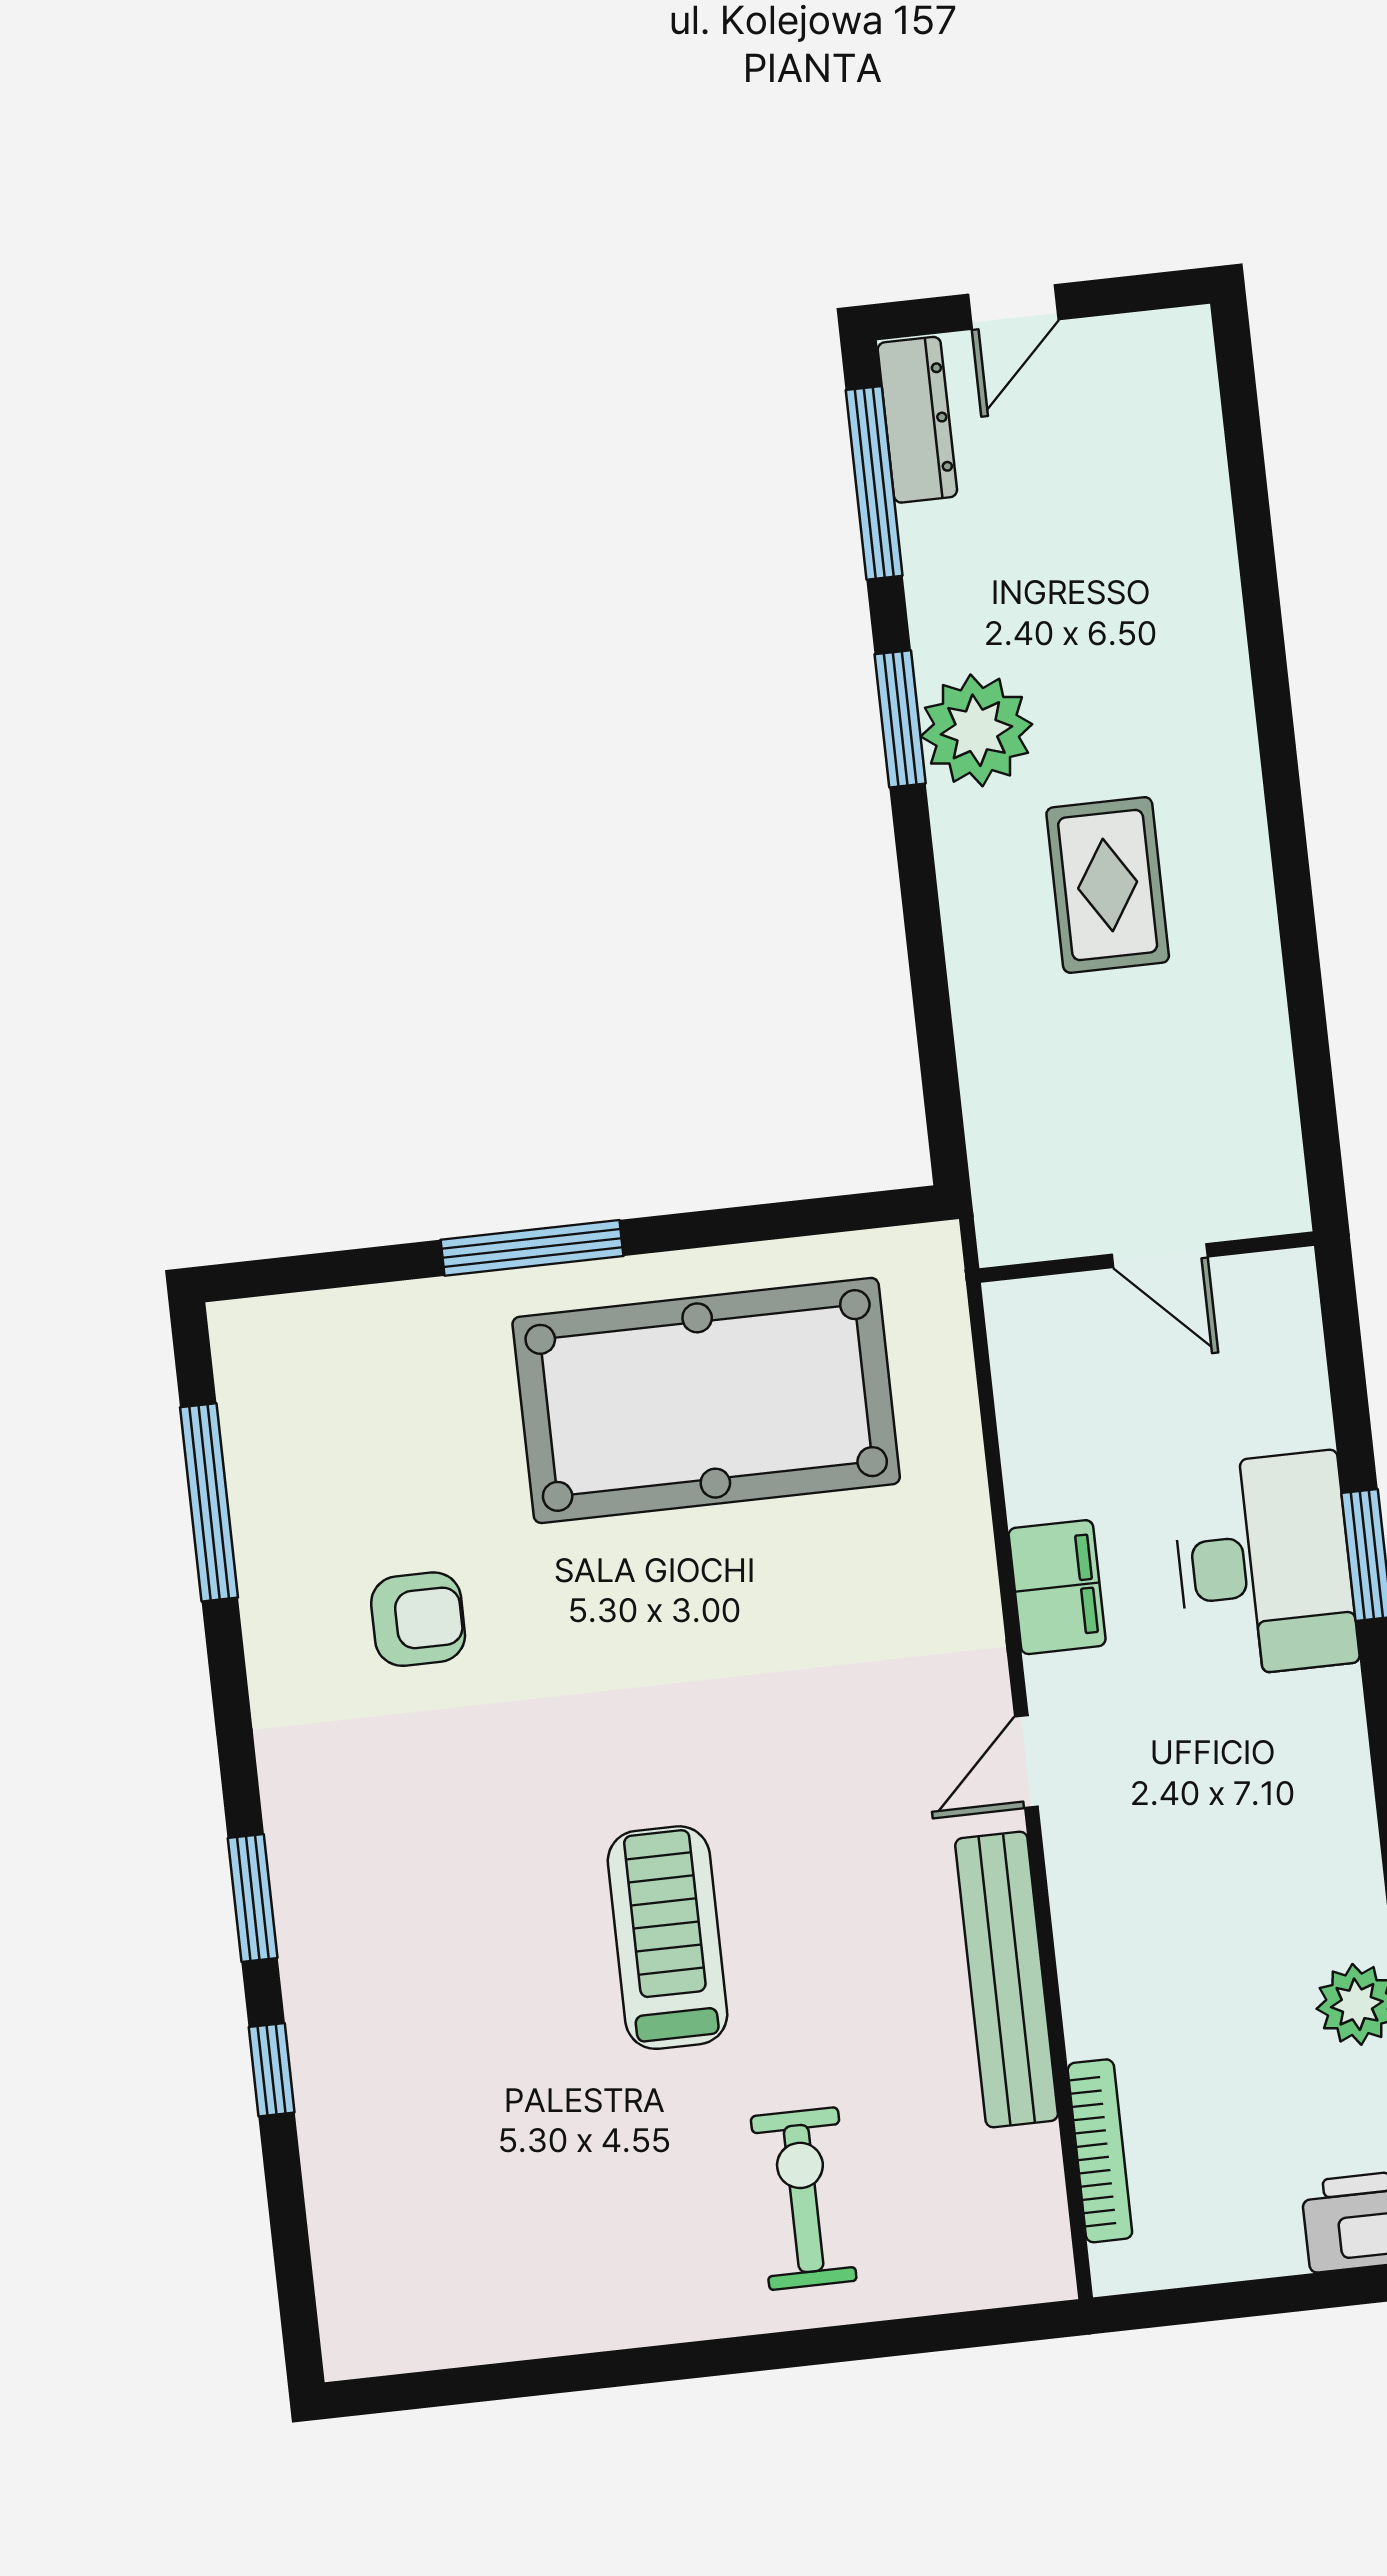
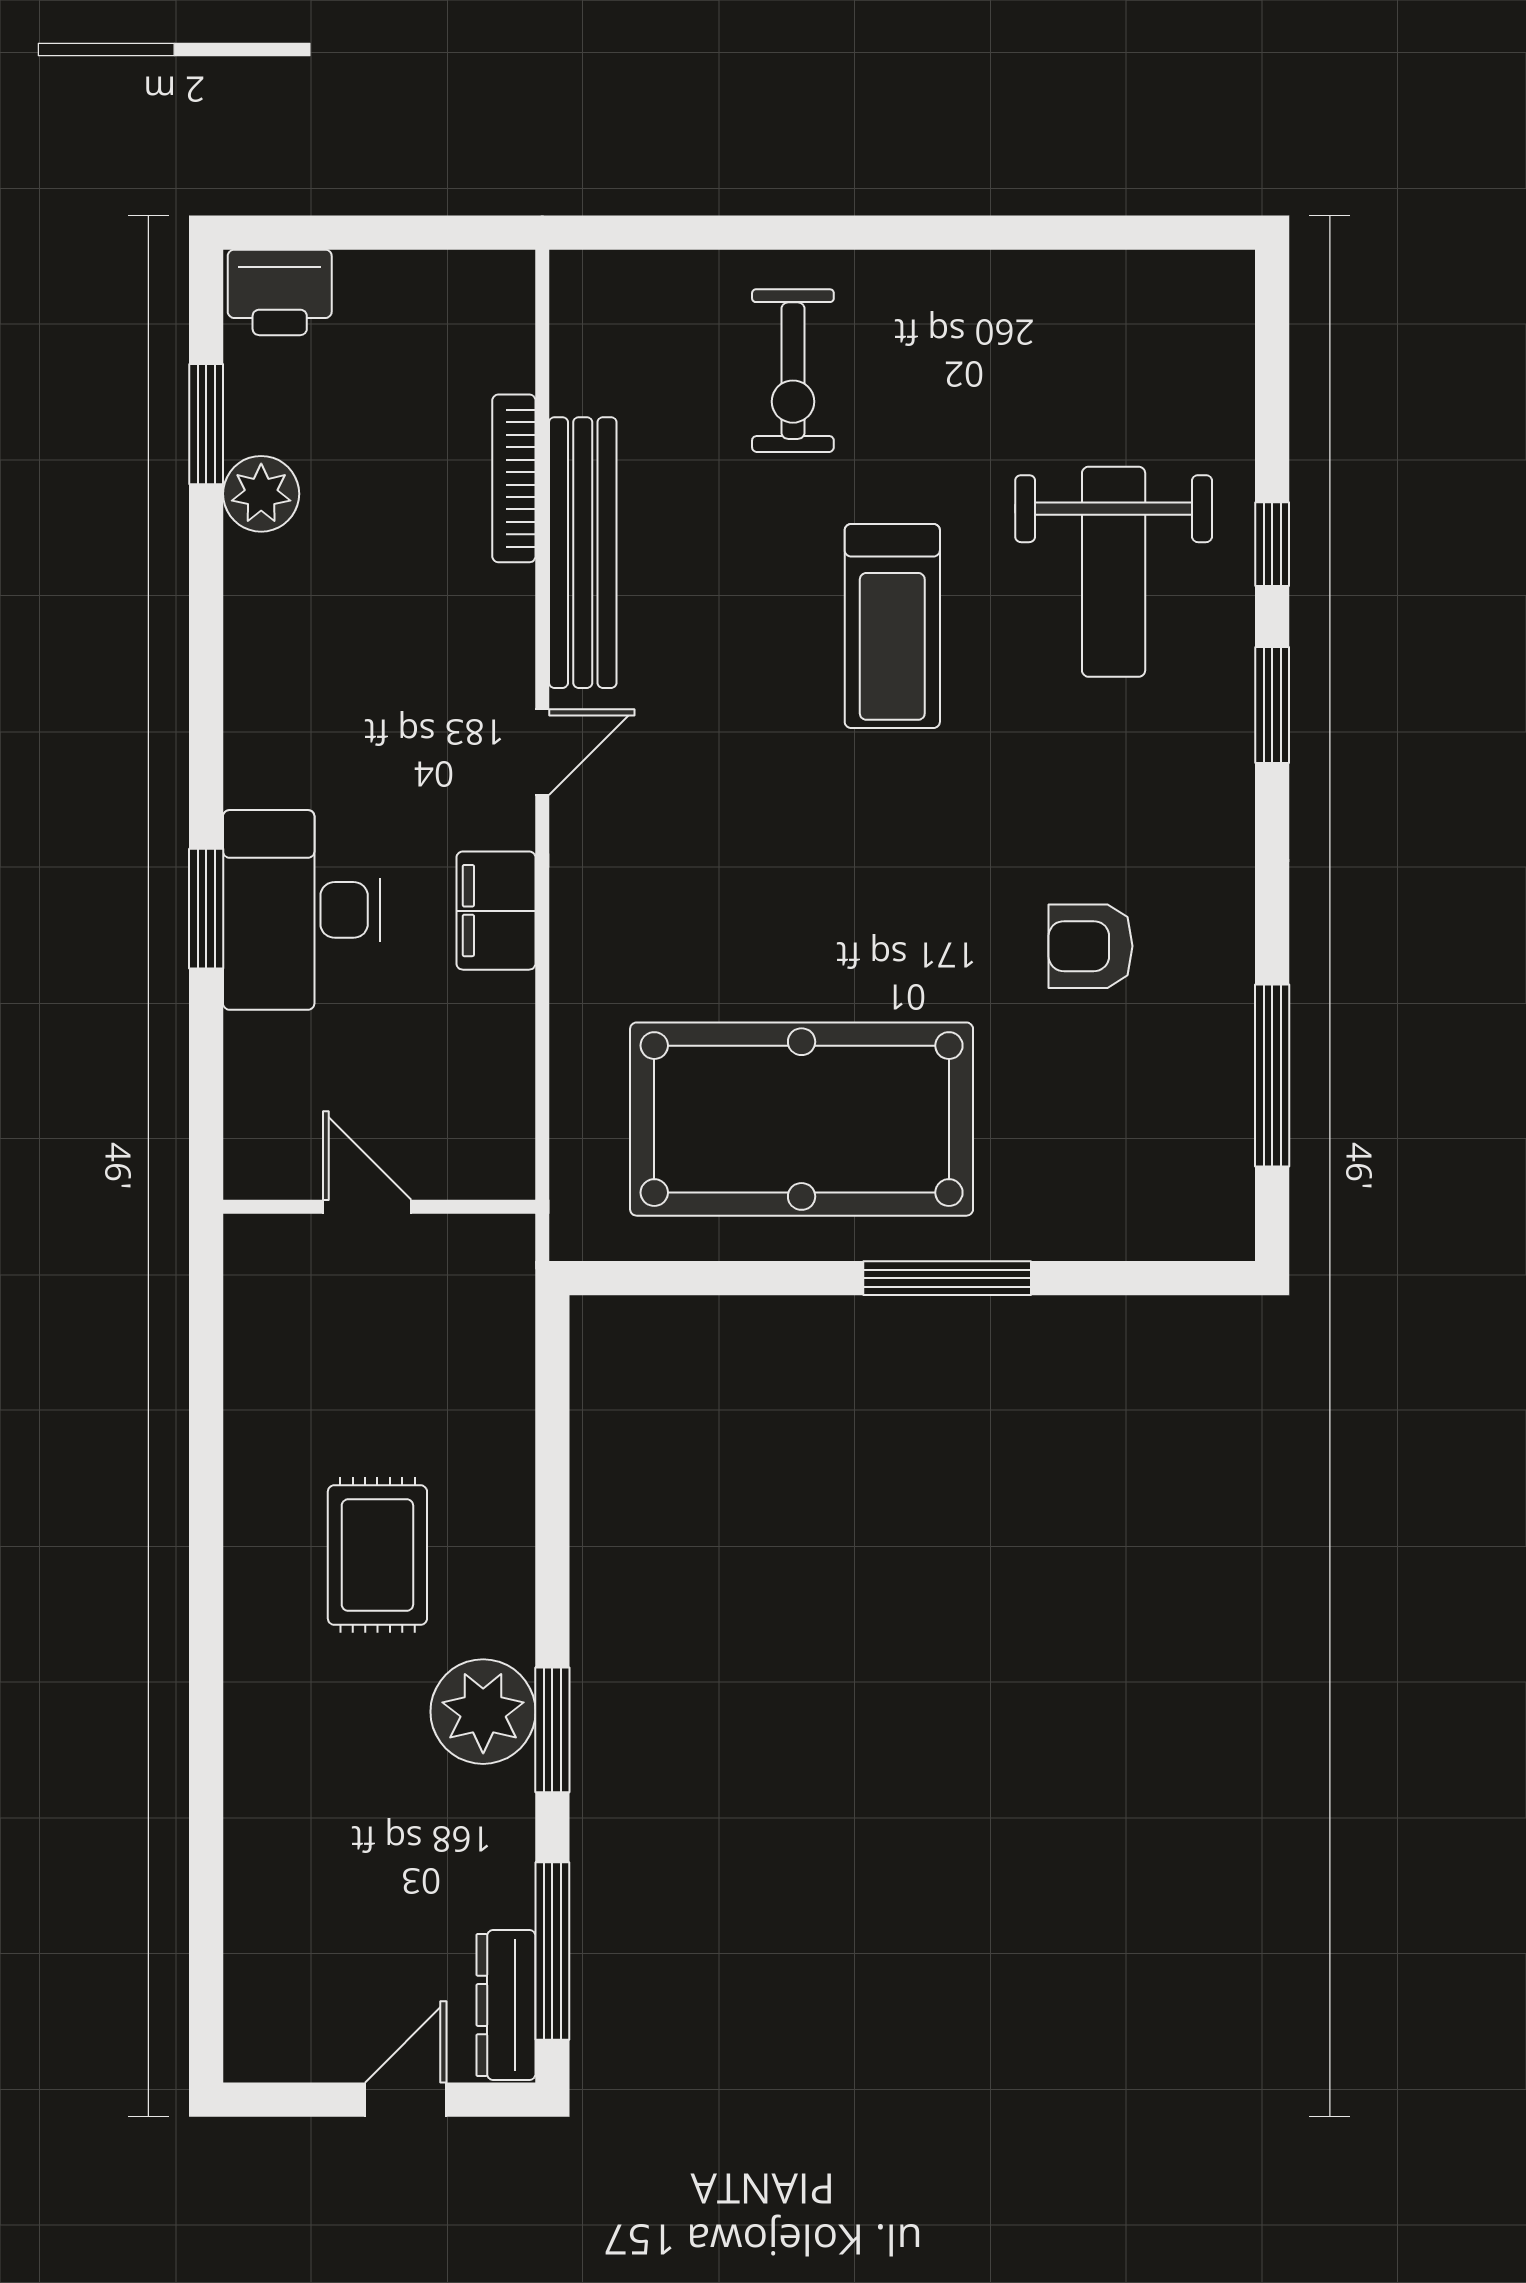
weight bench: (438, 2022) -> (1114, 572), added
bookcase: (1100, 2151) -> (514, 478), moved

